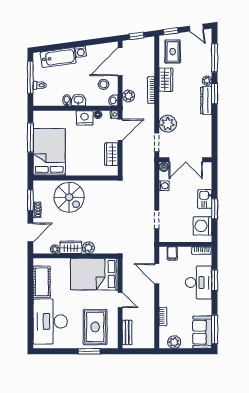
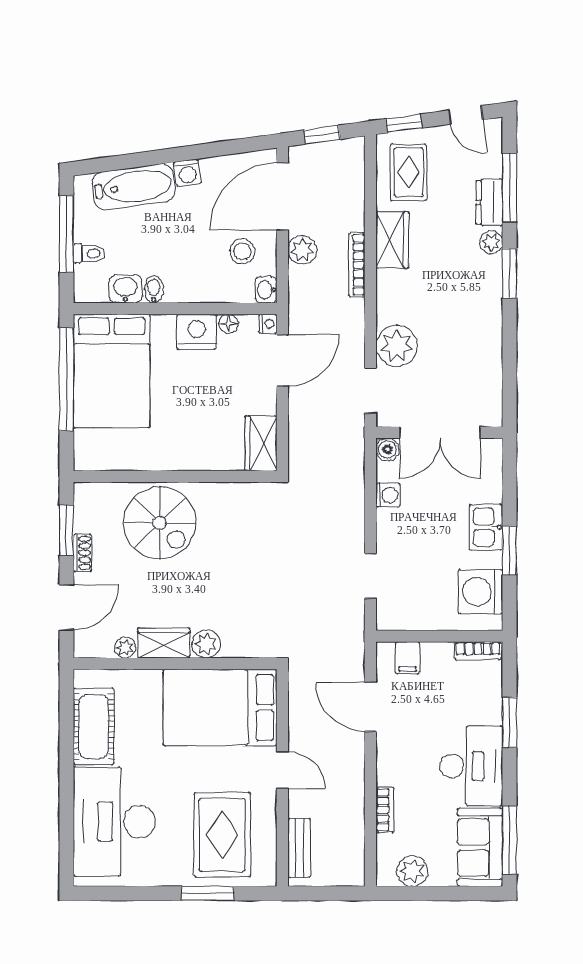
plant: (128, 96) -> (302, 250), moved
washbasin: (79, 100) -> (125, 289), moved
dresser: (206, 100) -> (489, 202), moved, width x0.70
window: (30, 138) -> (66, 379), width x1.46
bed: (49, 152) -> (112, 371), moved, turned 180
wardrobe: (111, 154) -> (261, 443), moved
desk: (199, 282) -> (471, 766), moved

